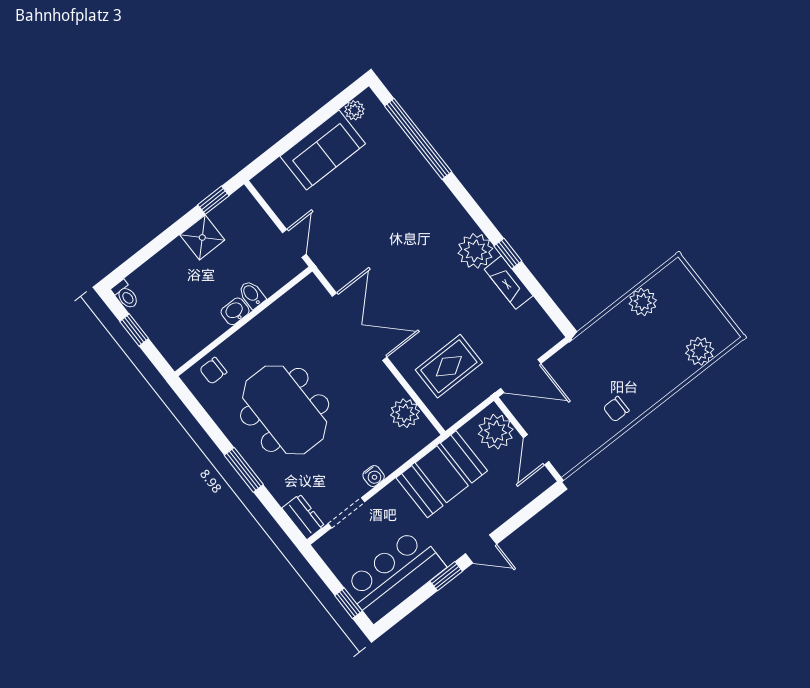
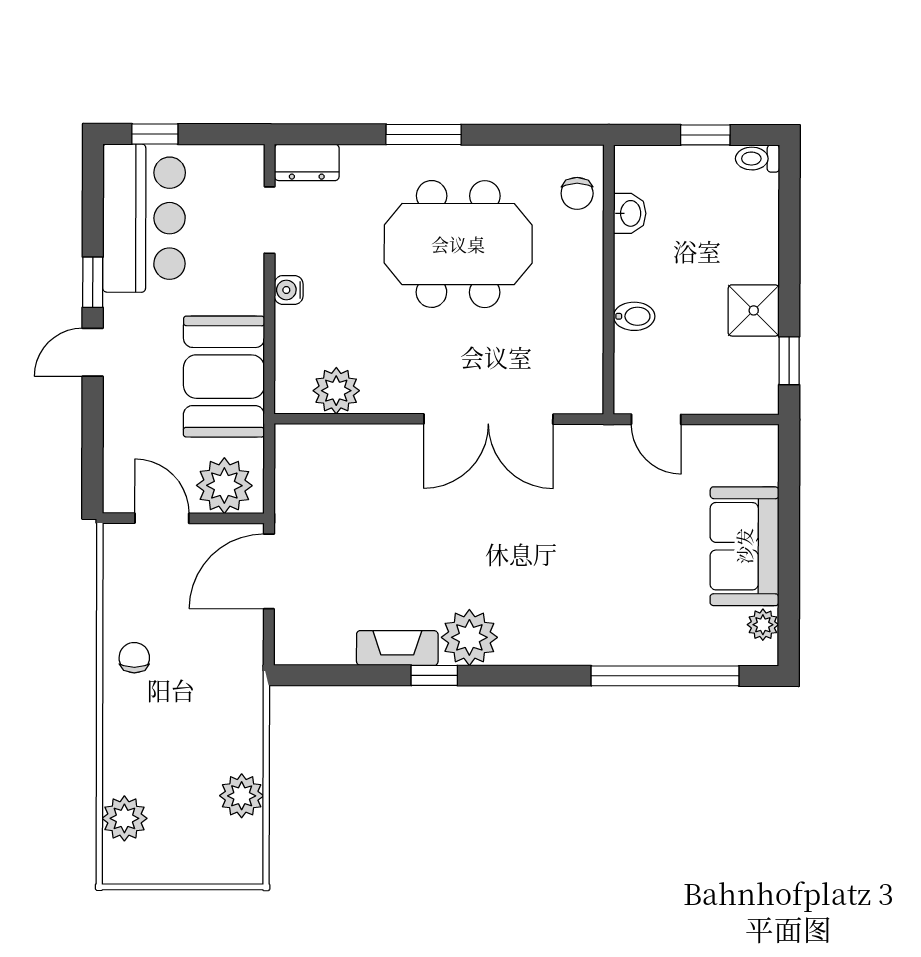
washbasin: (235, 311) -> (630, 213), moved
rug: (449, 366) -> (352, 491), removed
chair: (213, 371) -> (577, 193), turned 180

